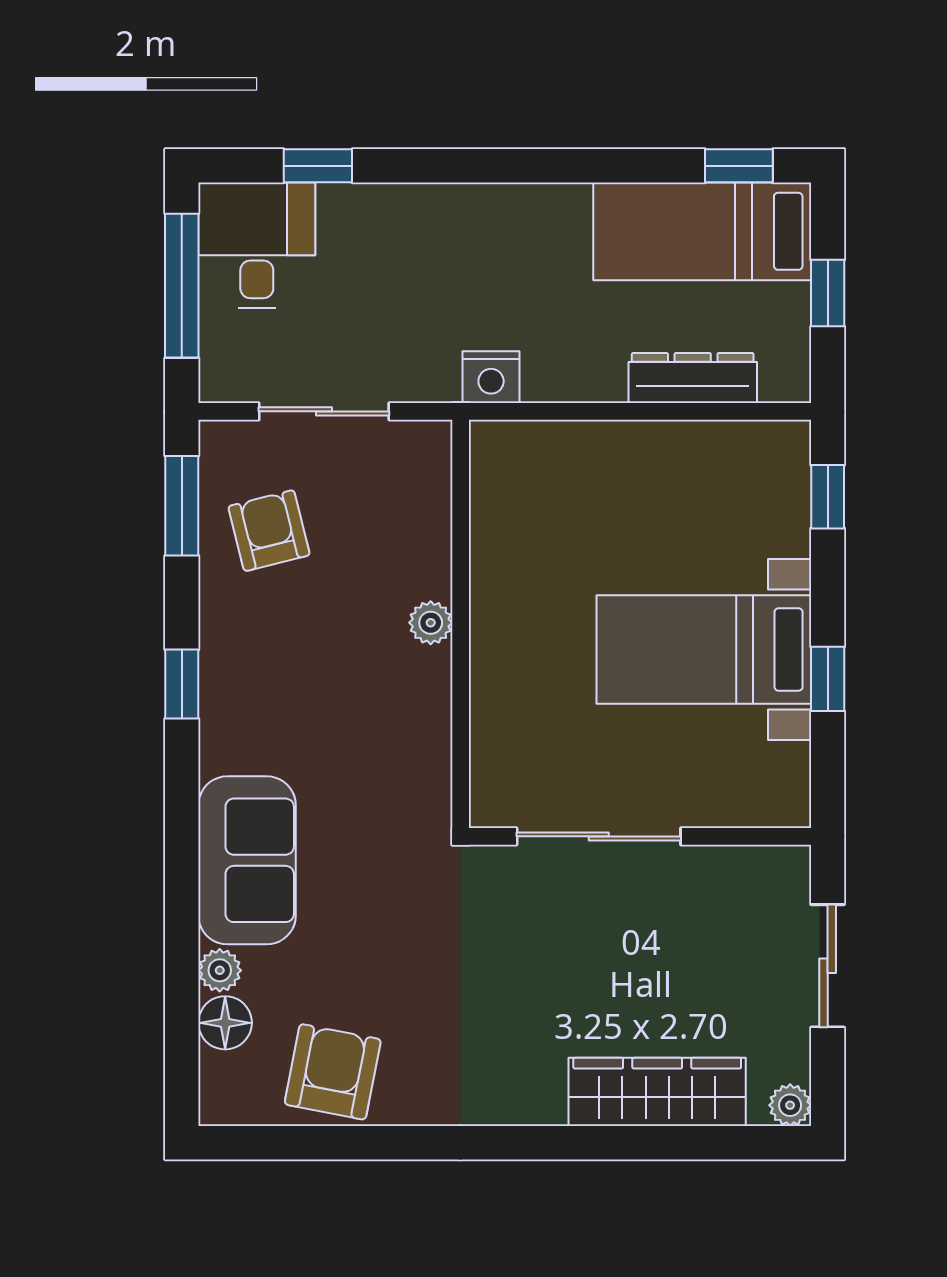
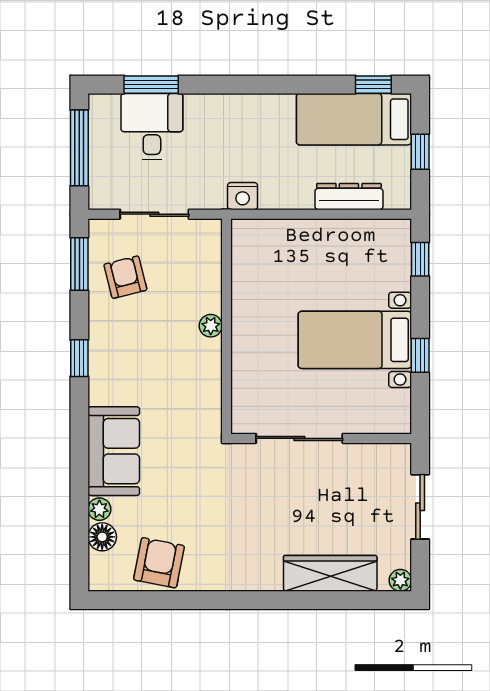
window: (318, 166) -> (151, 85), width x1.50
desk: (257, 245) -> (152, 127), moved

